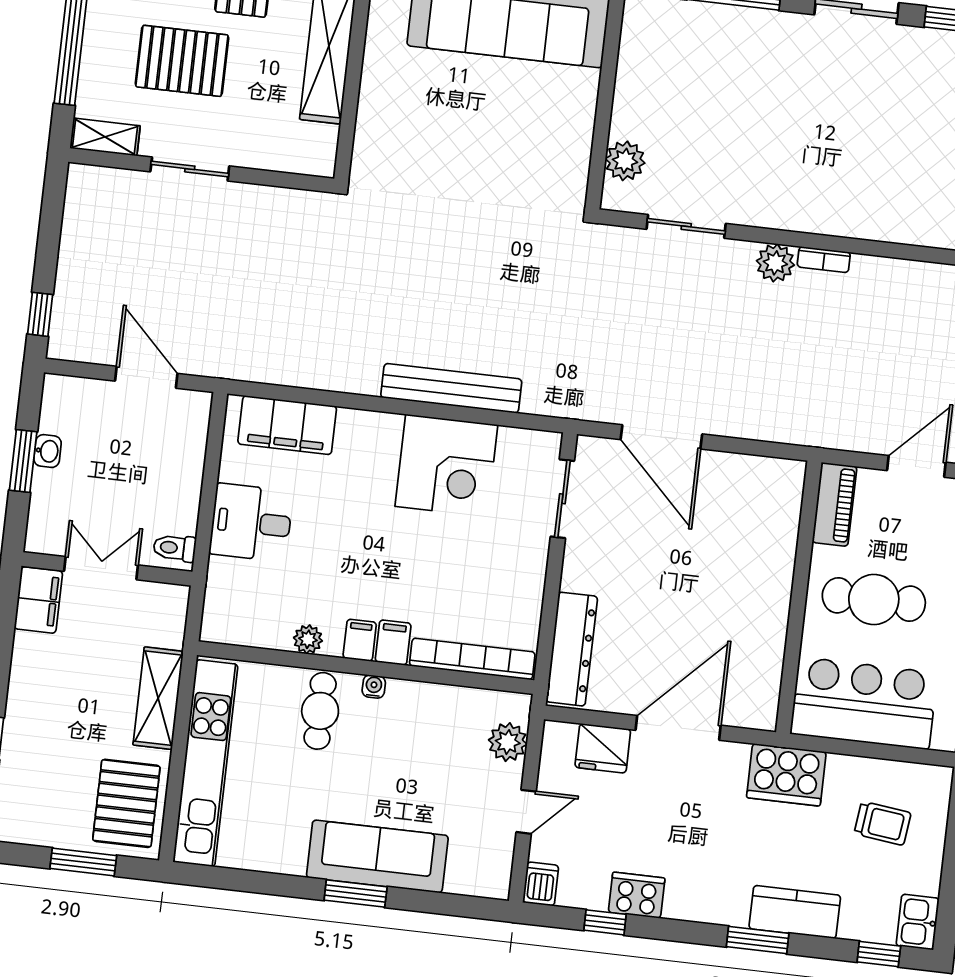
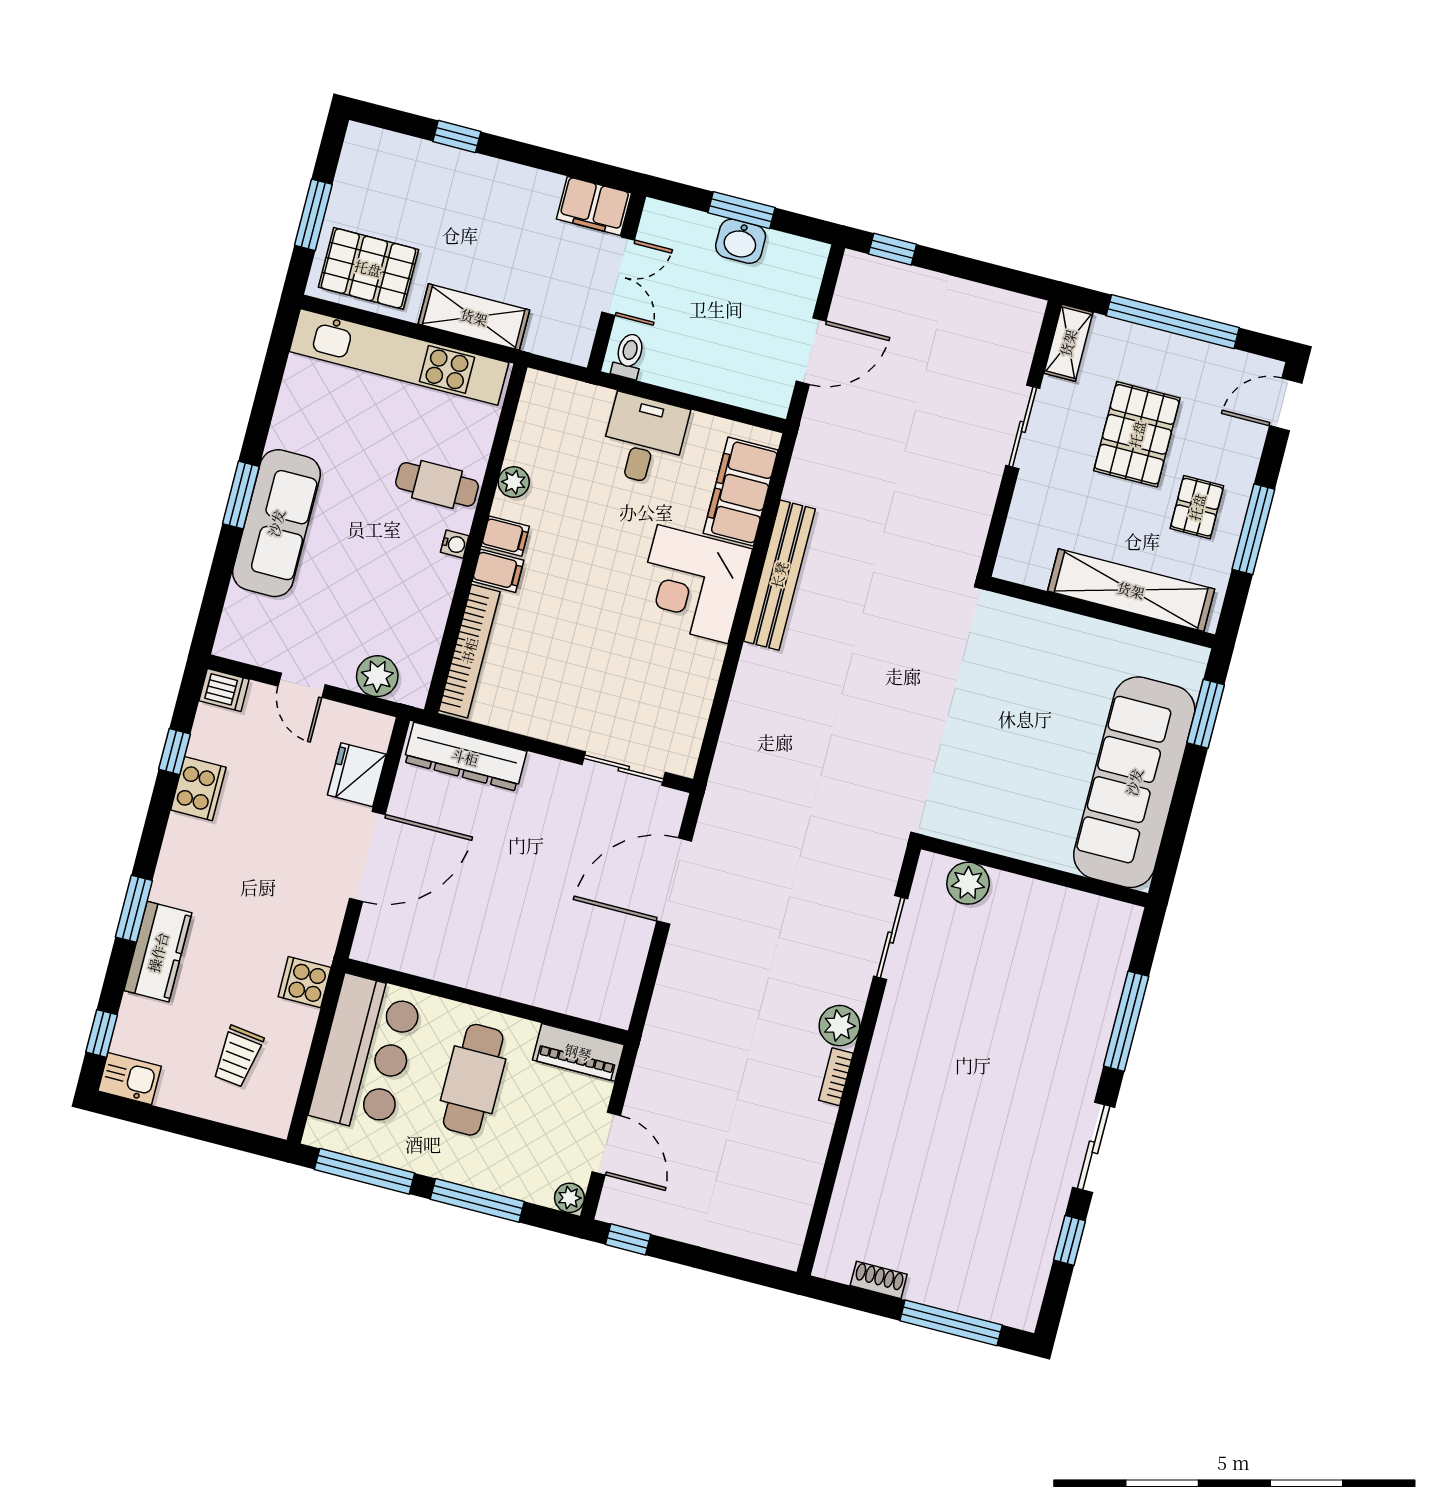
bench: (451, 388) -> (779, 575), moved
washbasin: (48, 451) -> (741, 241), width x1.38, depth x1.45
corner desk: (446, 466) -> (693, 584), moved
door: (678, 728) -> (367, 856), hinge flipped
cooker: (786, 775) -> (305, 982), width x0.53, depth x0.76

